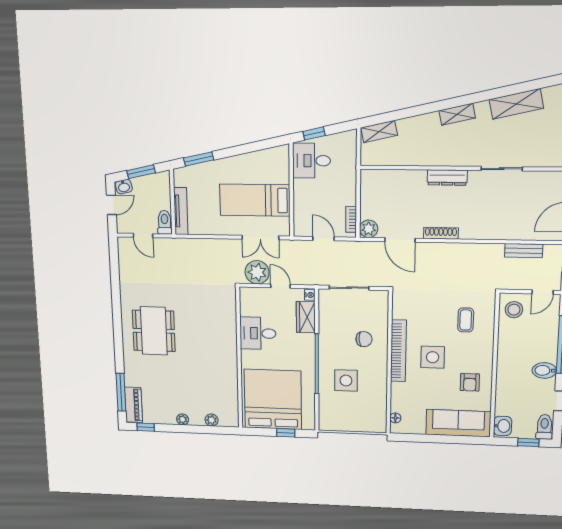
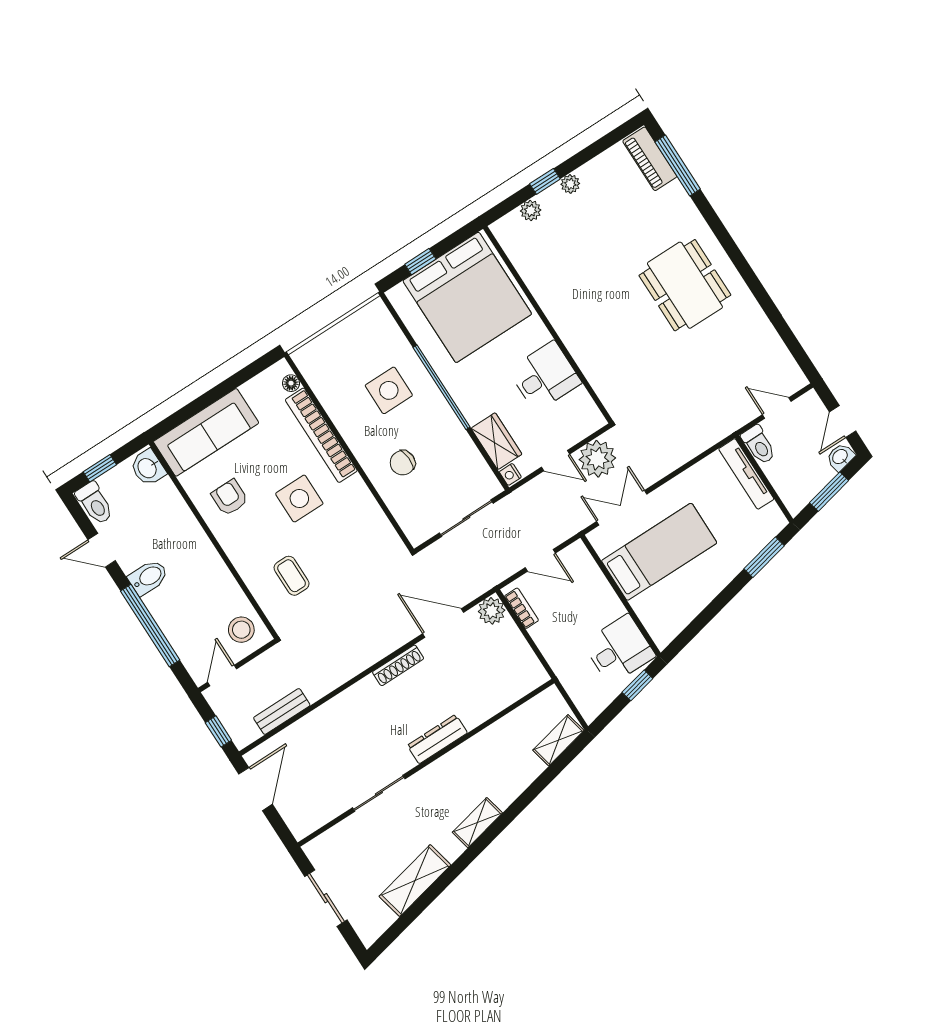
bookcase: (398, 351) -> (321, 435), moved
window: (146, 427) -> (545, 181), moved

